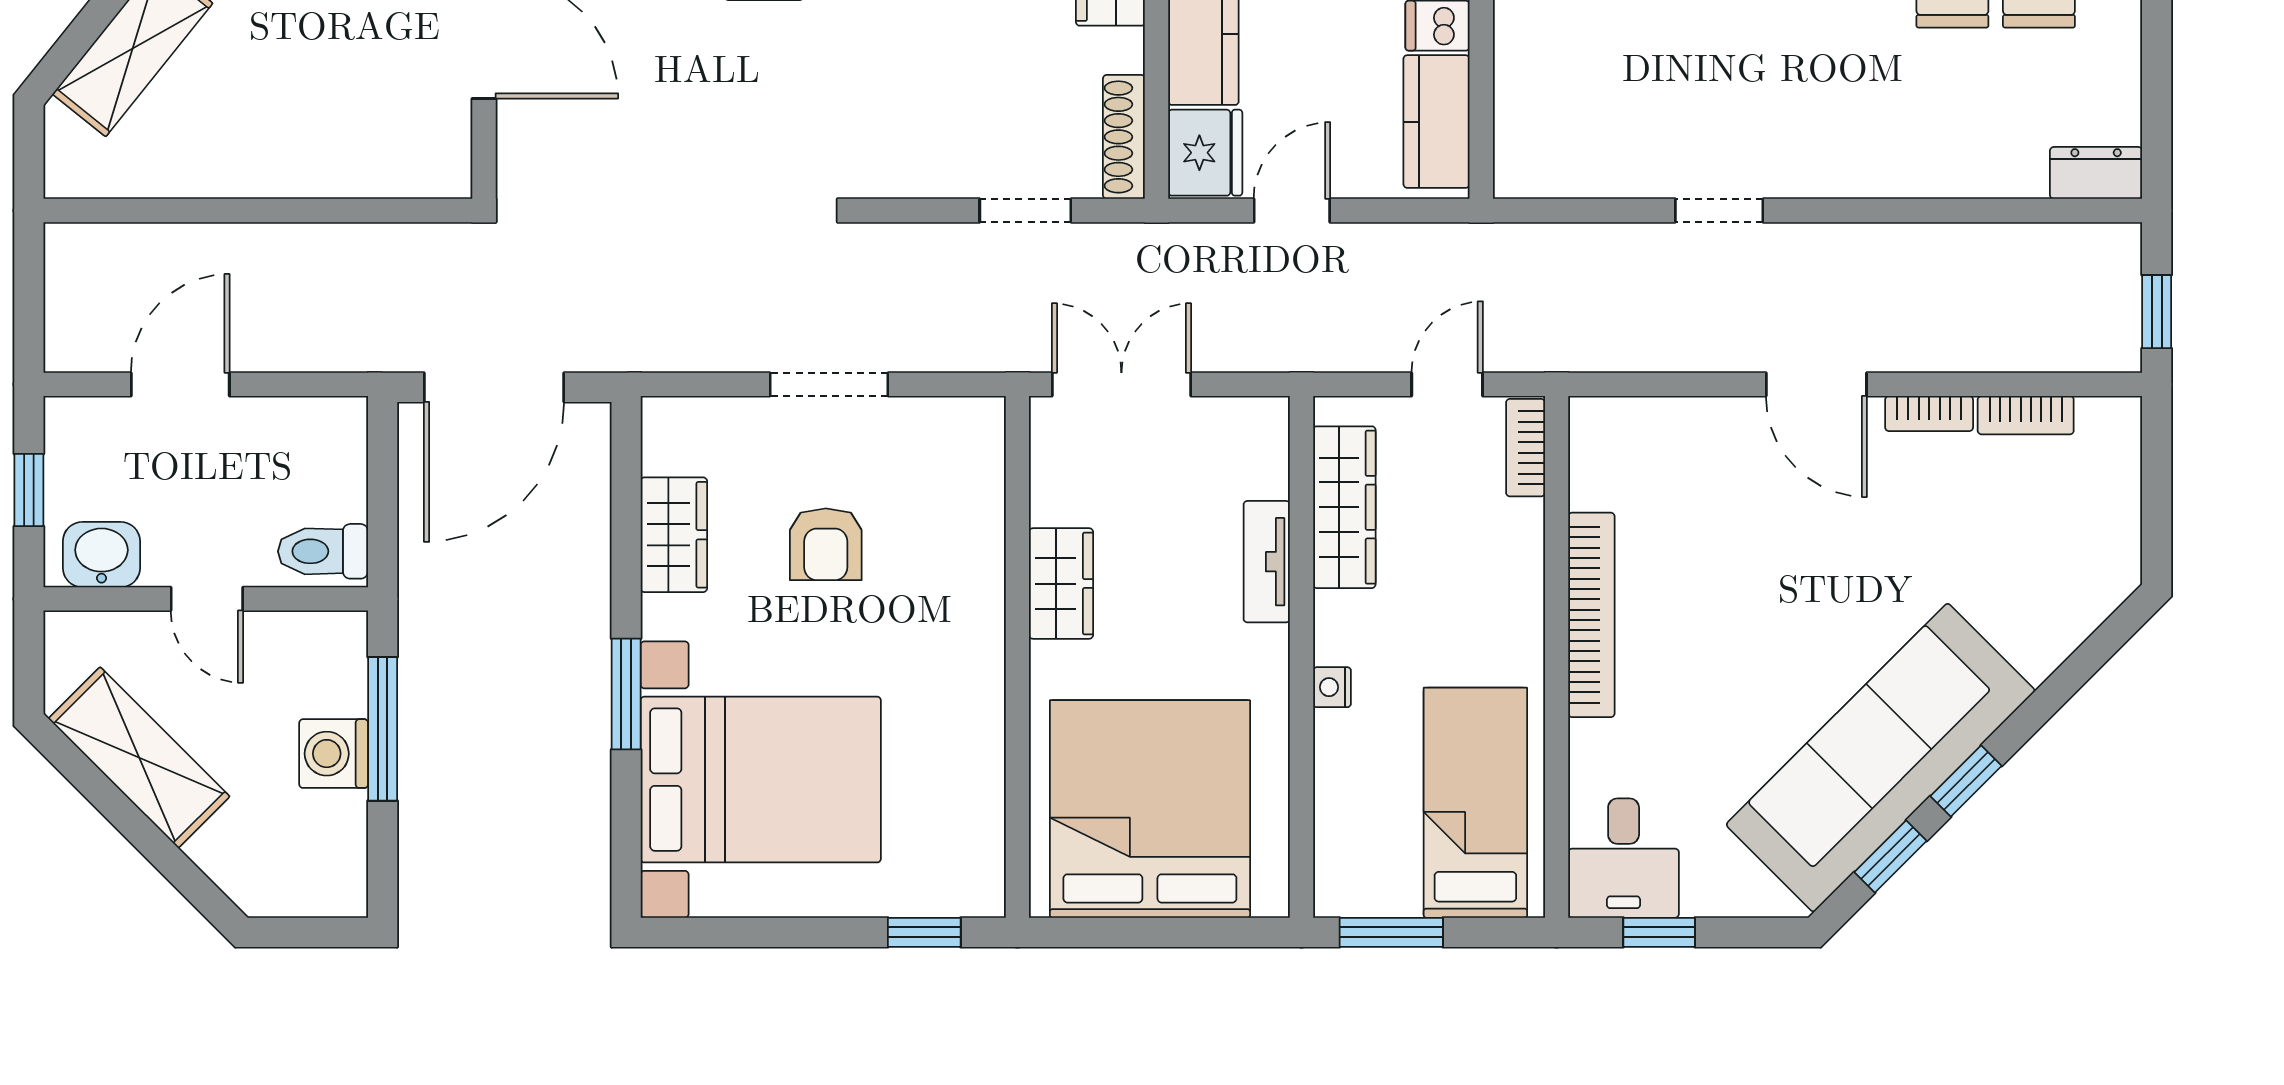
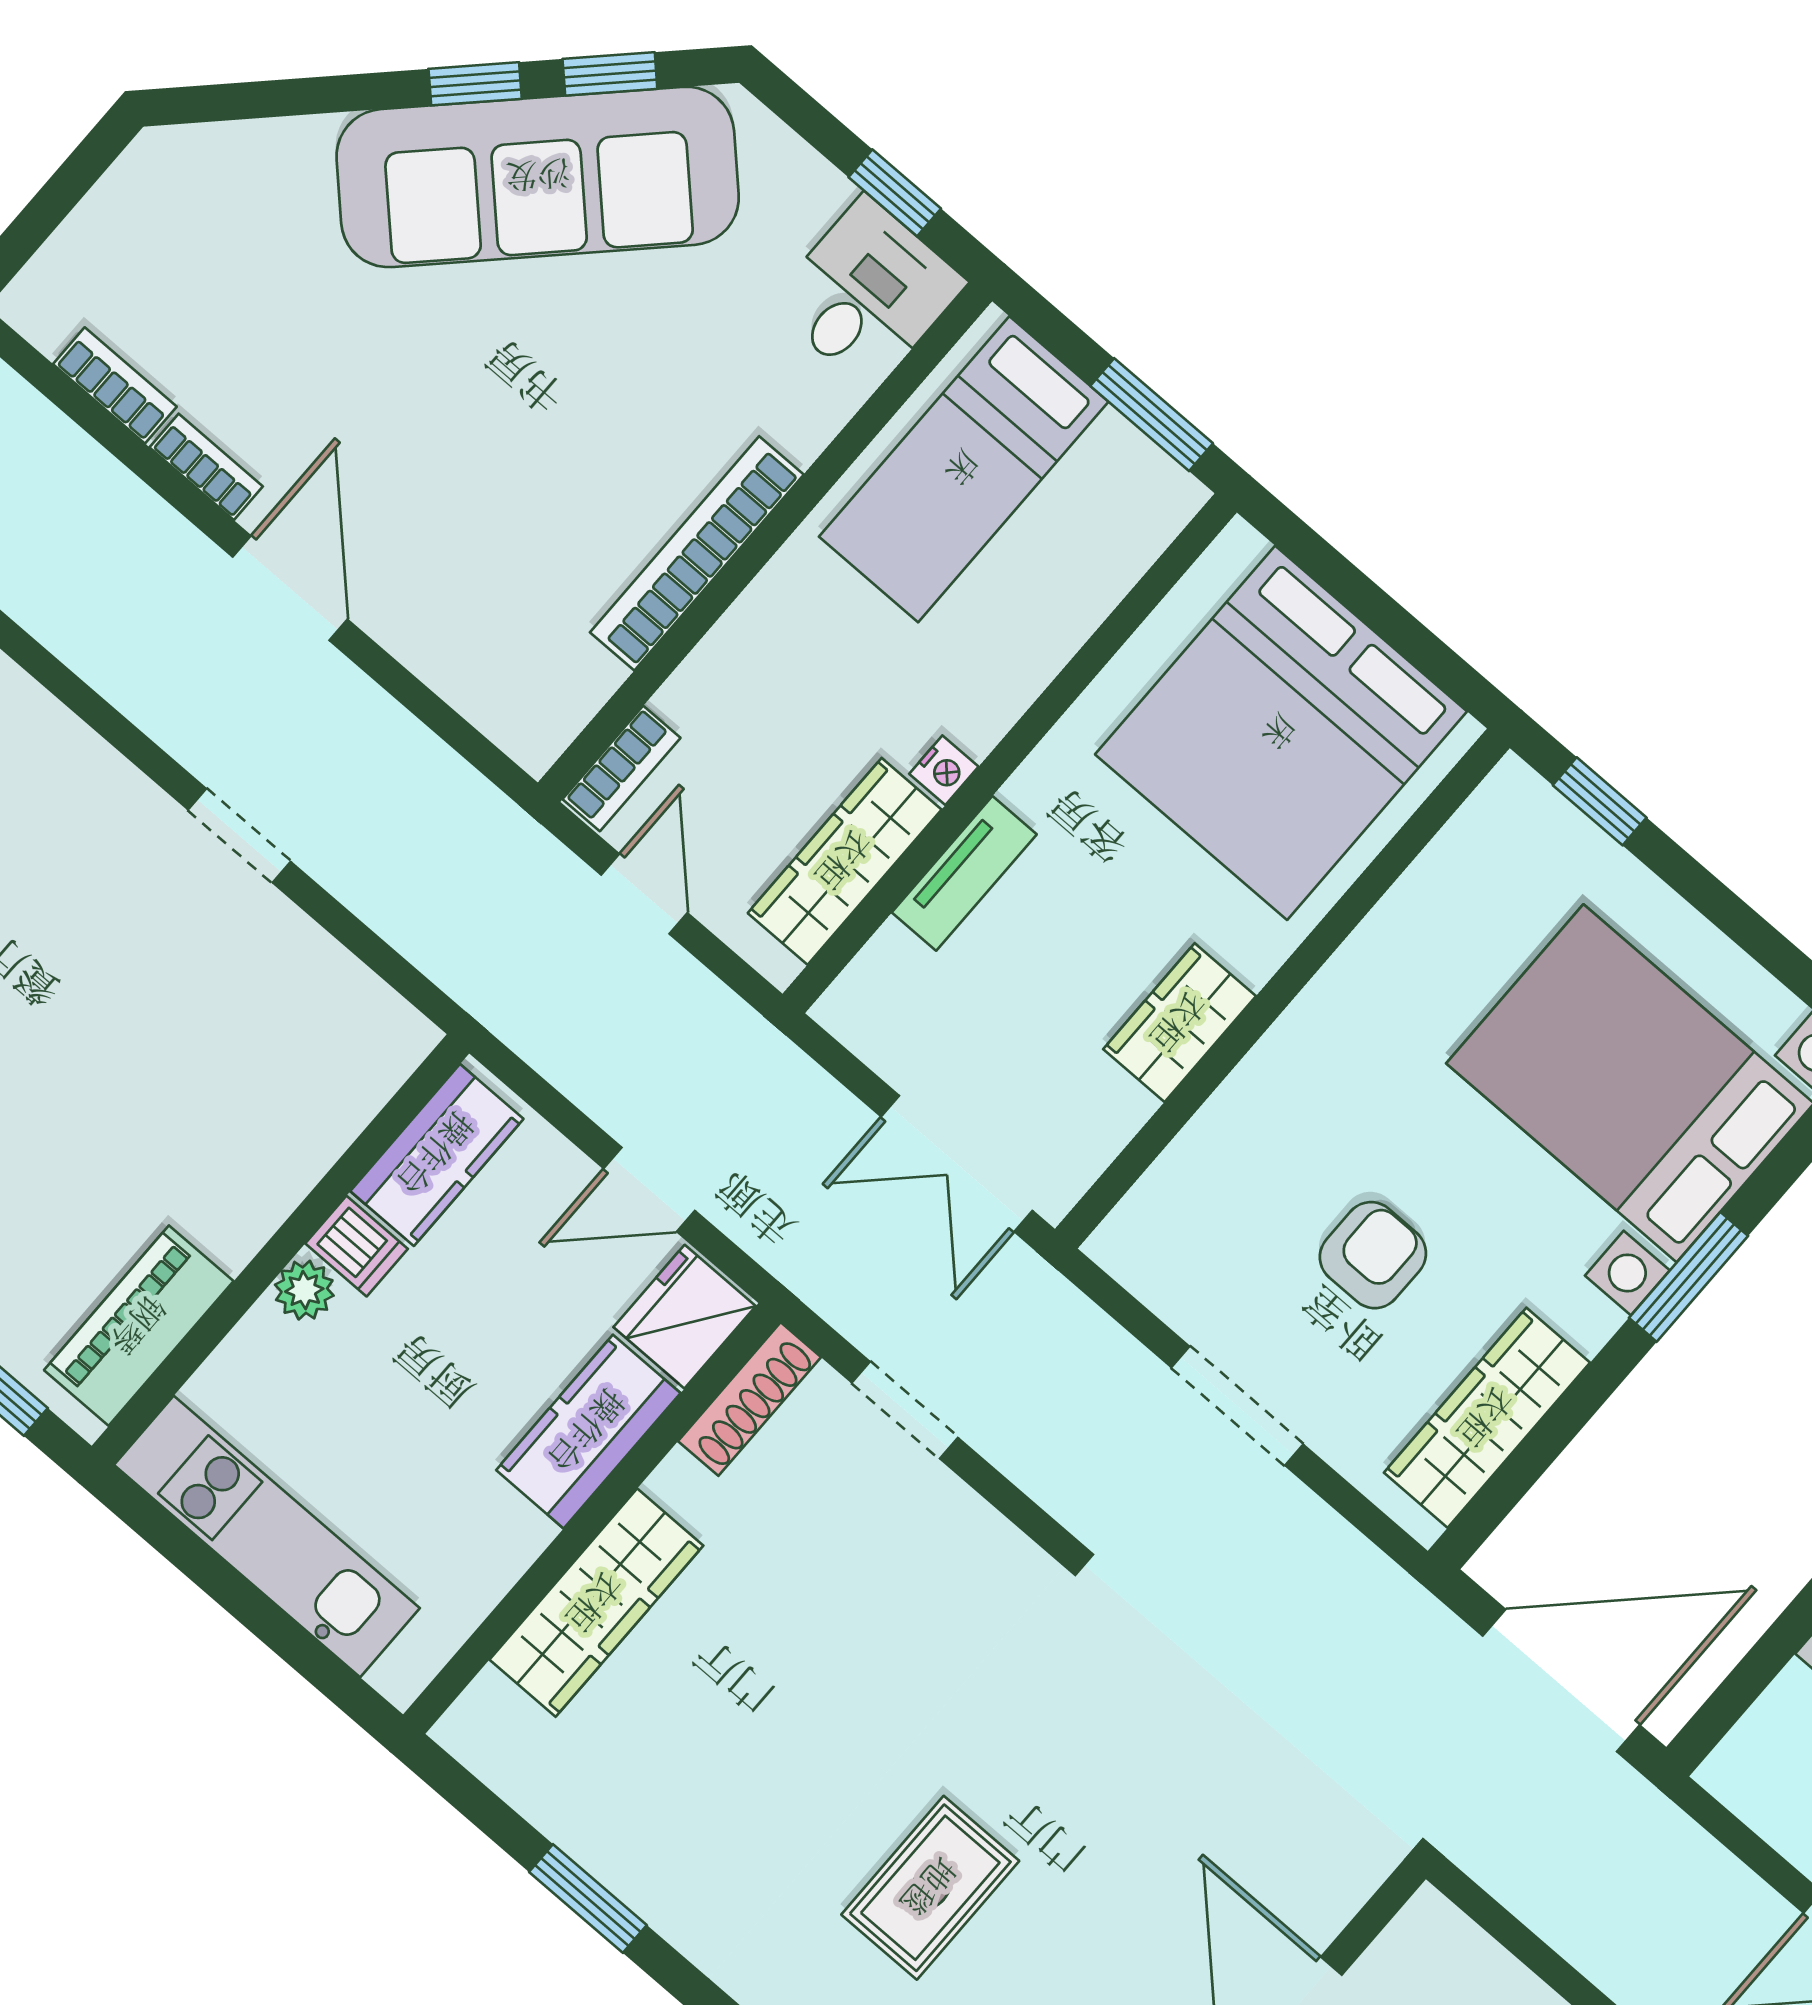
door: (1447, 384) -> (644, 894), swing flipped
wardrobe: (674, 535) -> (1487, 1418), width x1.50
nightstand: (1332, 687) -> (944, 770), moved

